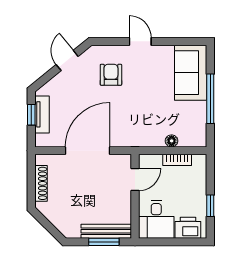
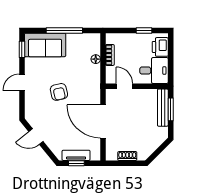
window: (185, 41) -> (22, 49), added
armchair: (111, 75) -> (59, 92), moved, turned -103
shoe rack: (41, 183) -> (127, 156), width x0.70

